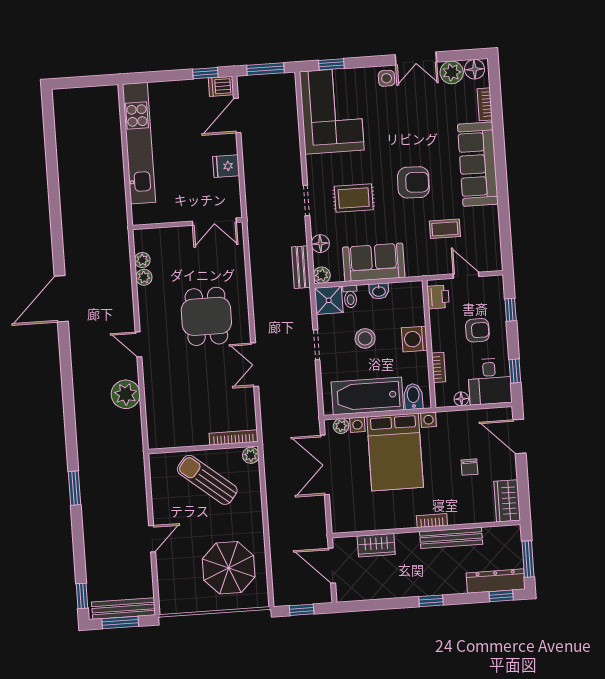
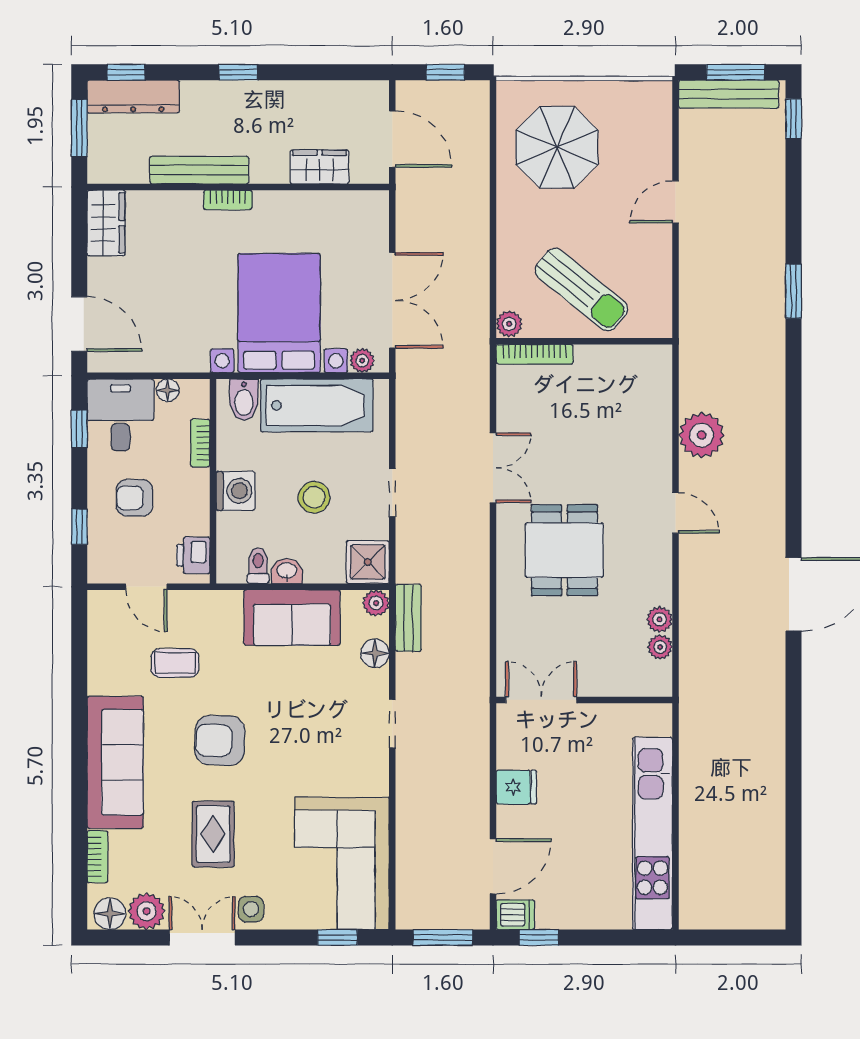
rug: (354, 198) -> (213, 834), moved, turned 90
toilet: (350, 297) -> (258, 566), moved
chair: (469, 467) -> (162, 281), removed

